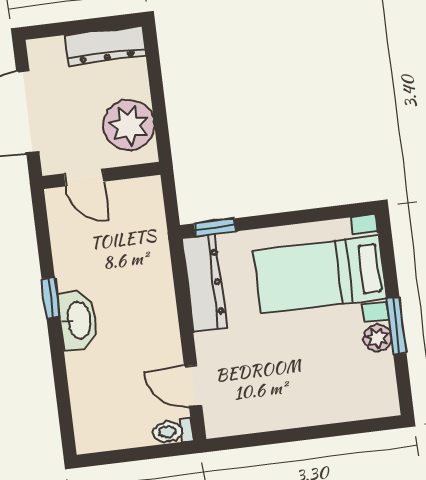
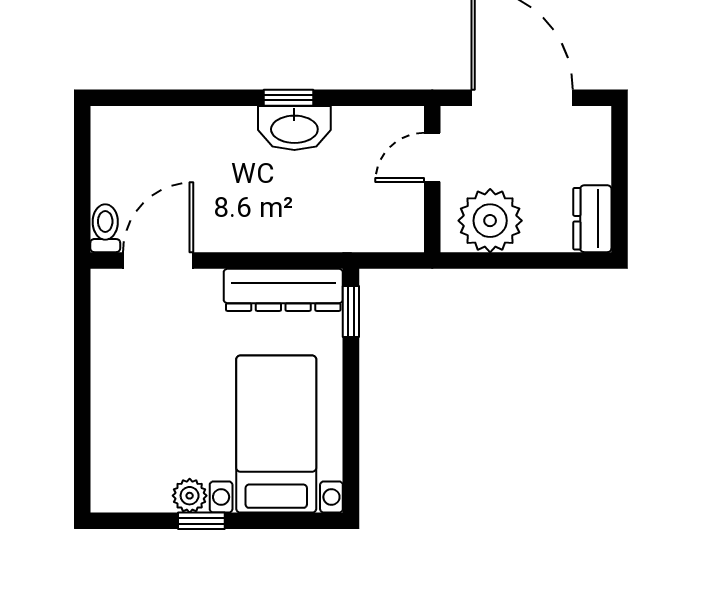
dresser: (106, 45) -> (592, 219), width x0.70
washbasin: (78, 320) -> (294, 128), moved
window: (396, 326) -> (201, 521), width x0.67
door: (193, 386) -> (158, 260), width x1.38

